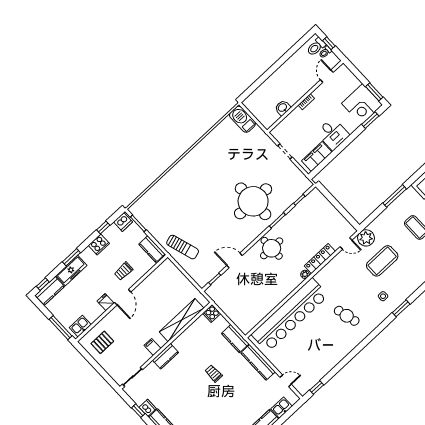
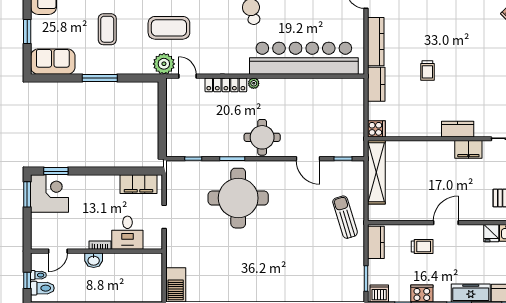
washbasin: (283, 108) -> (94, 260), moved
desk: (333, 134) -> (127, 233), moved, turned 180
fridge: (106, 302) -> (491, 233), moved
shelving: (182, 320) -> (376, 172), moved, turned 90
filing cabinet: (153, 347) -> (468, 149), width x2.00

